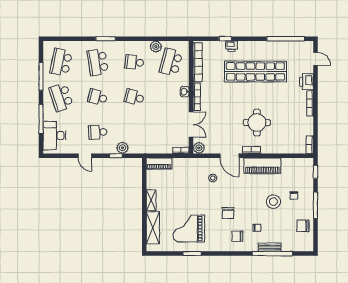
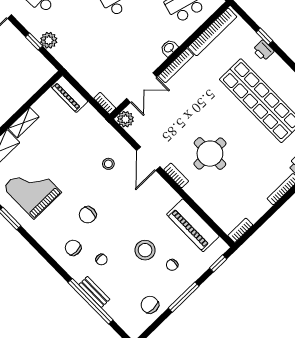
piano: (262, 166) -> (193, 225), moved

